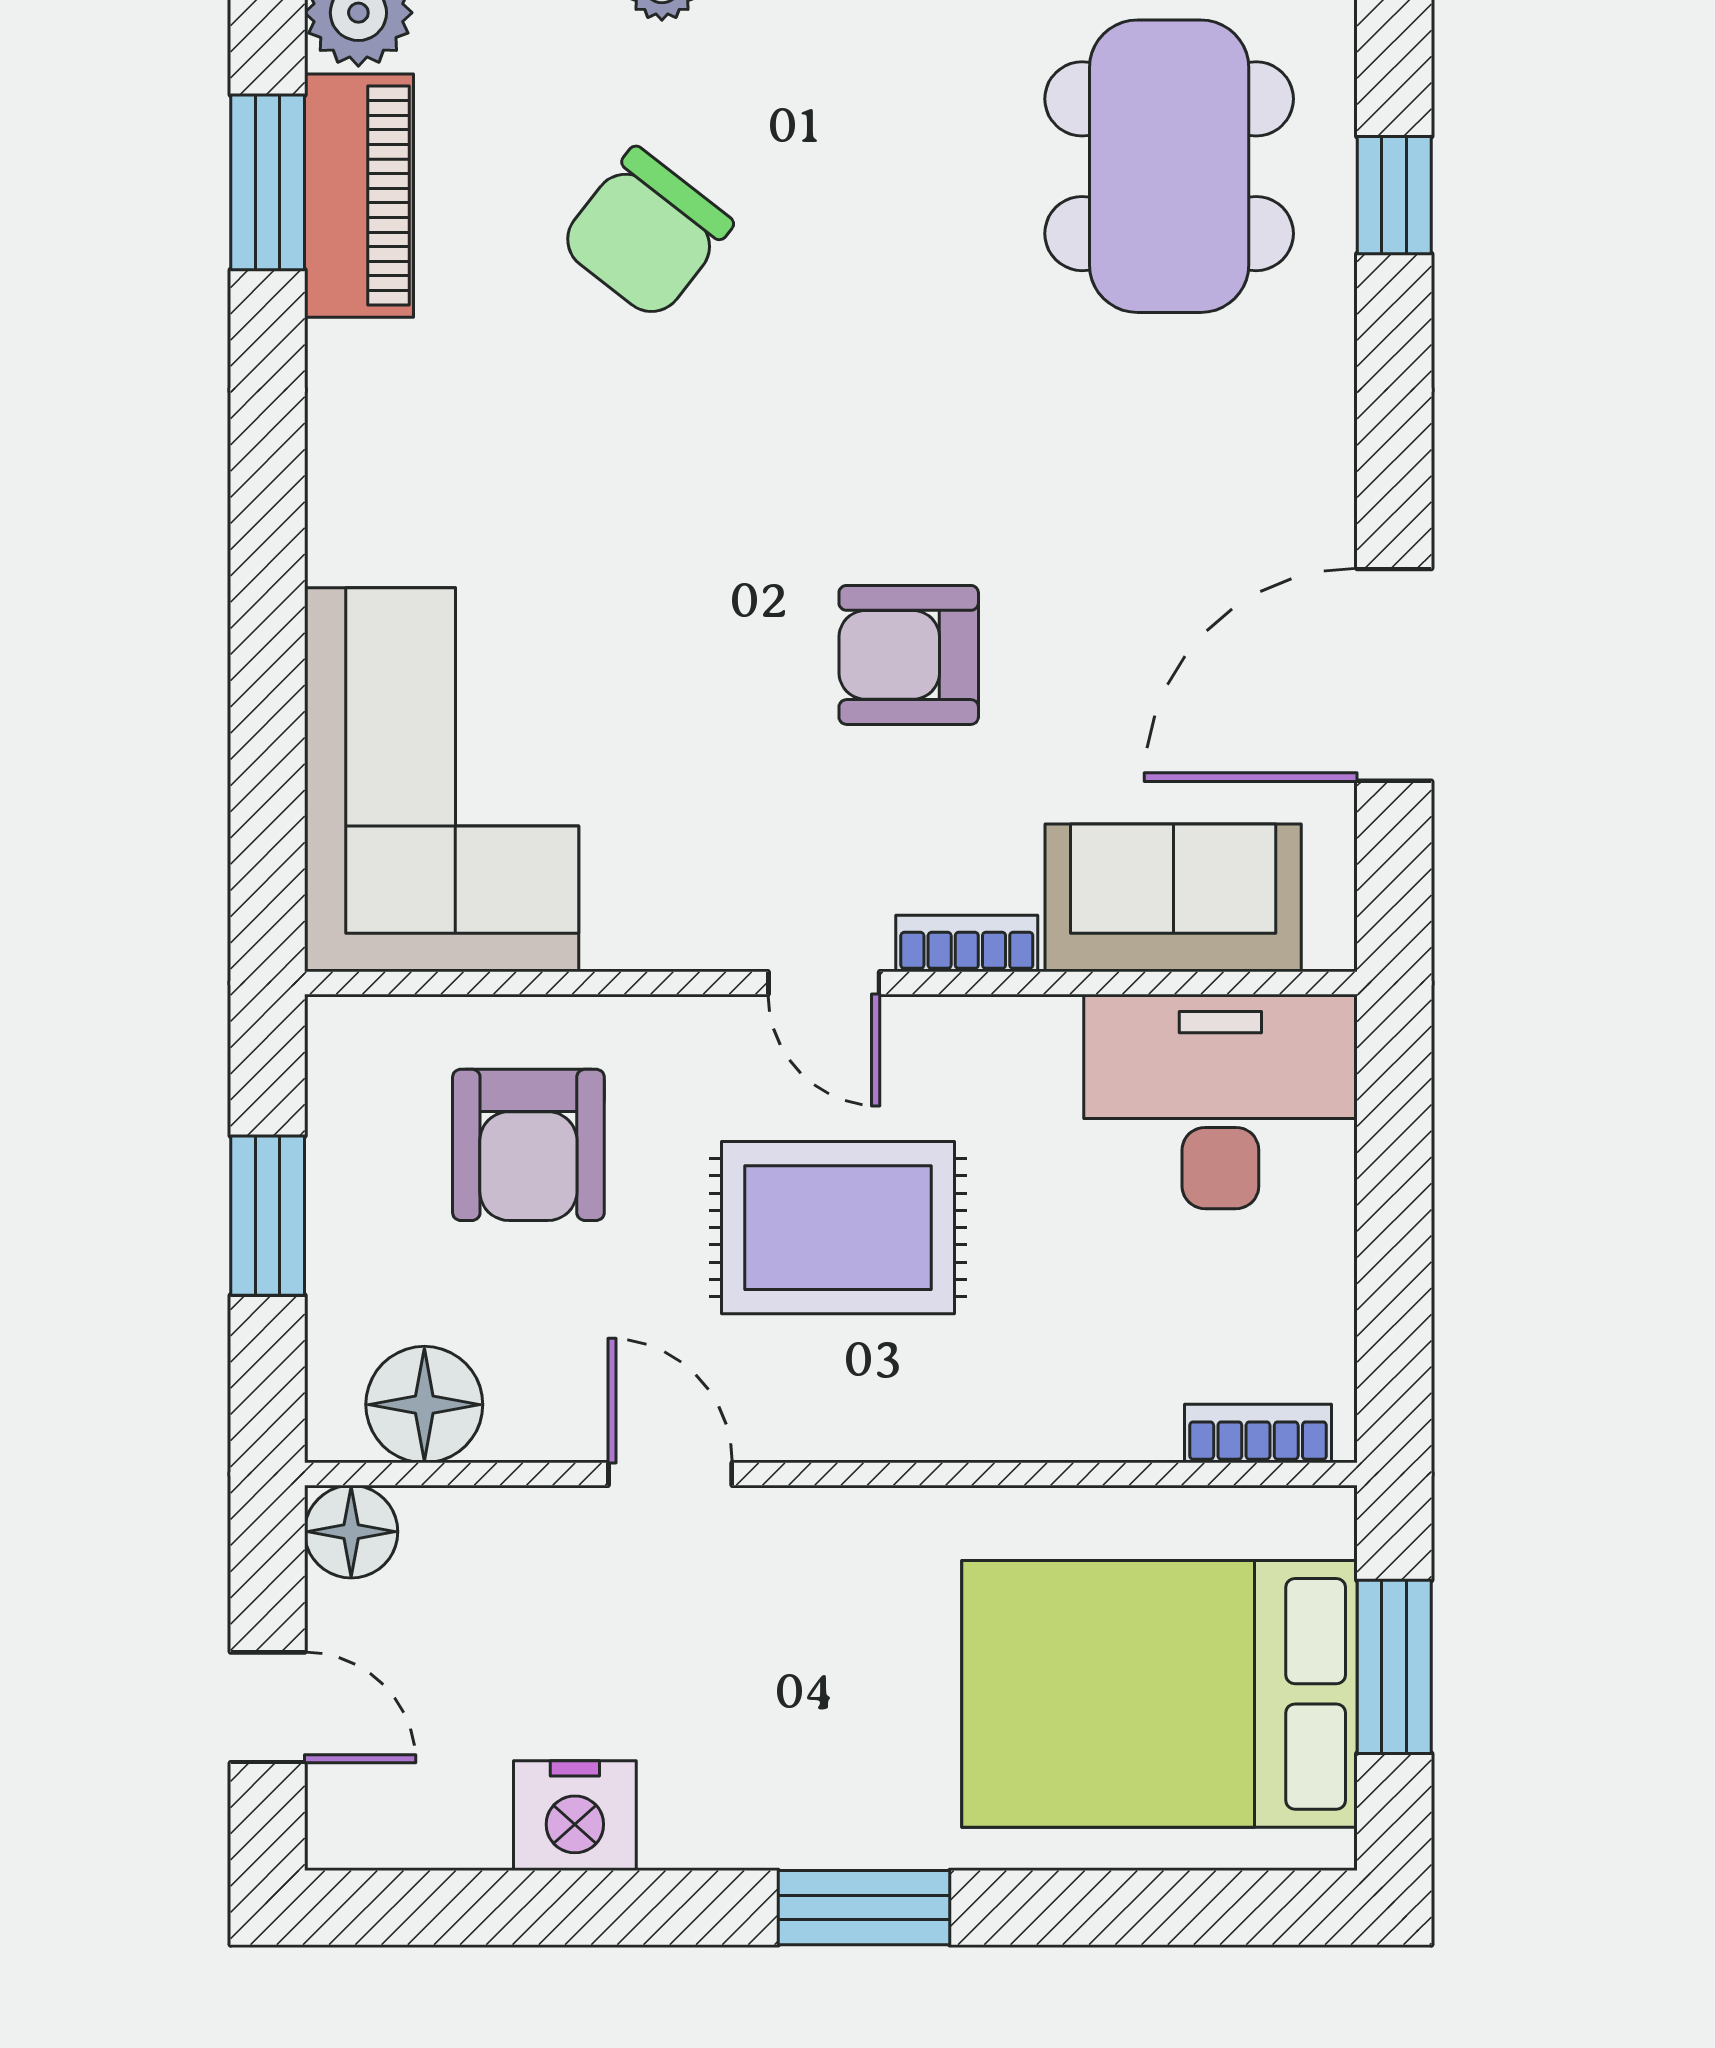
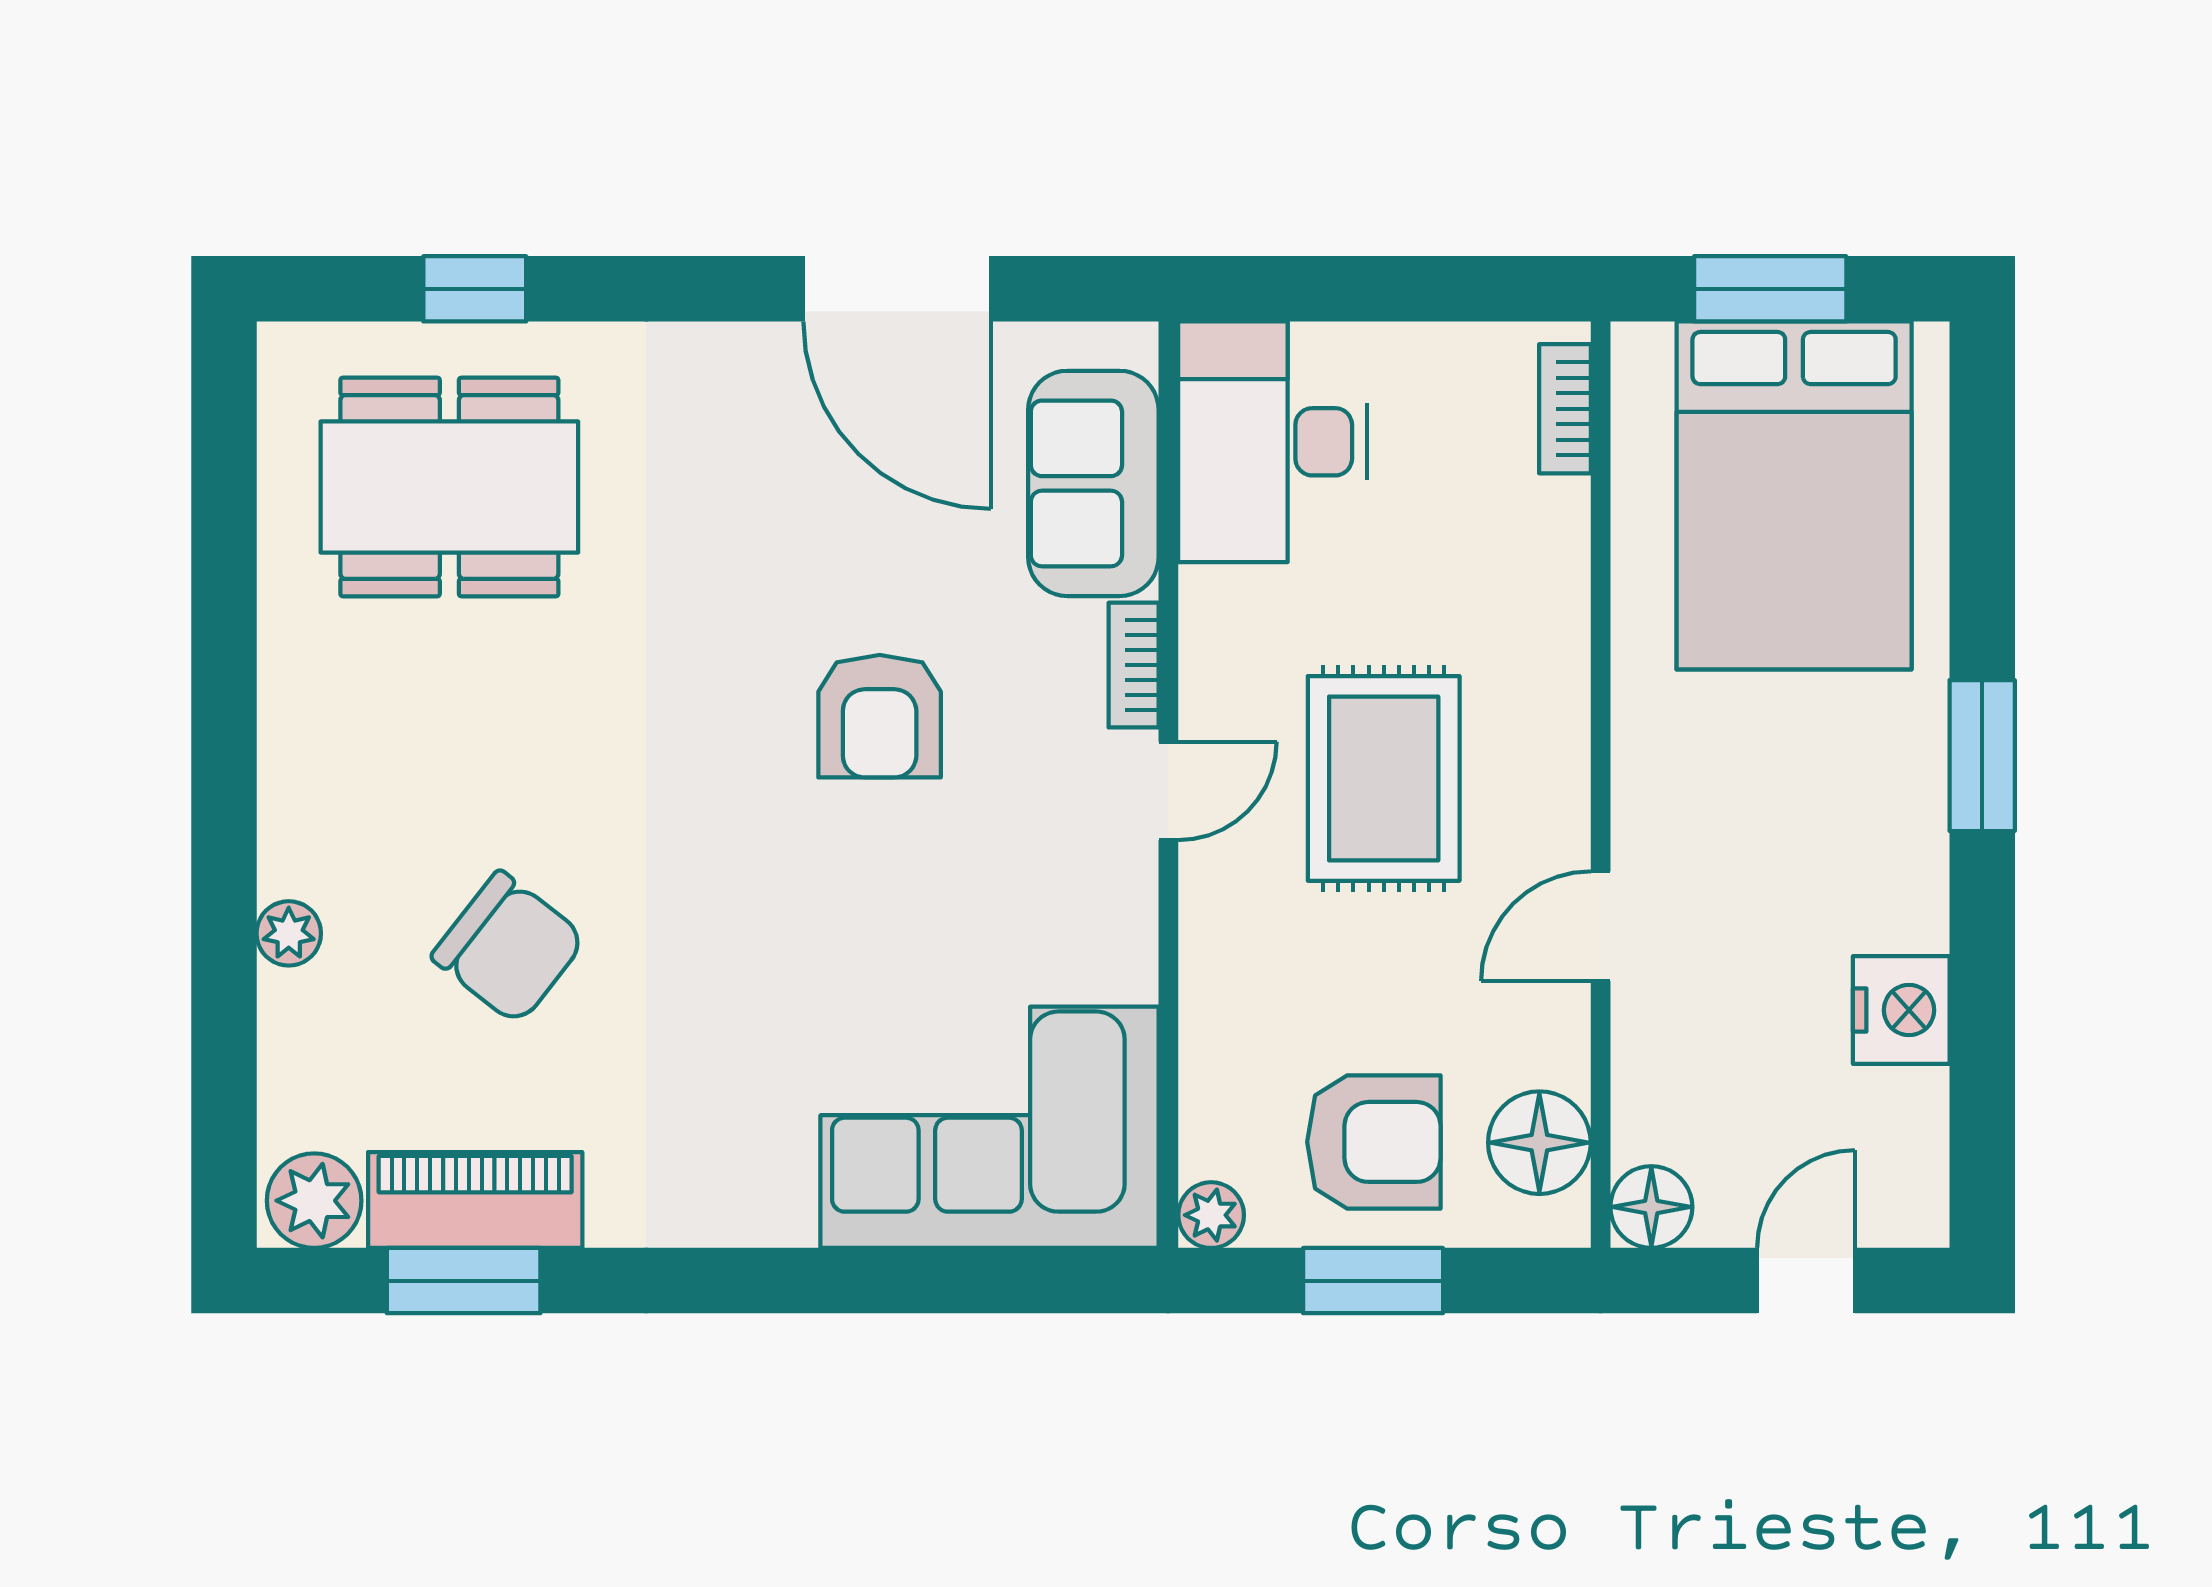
plant: (342, 1032) -> (1211, 1215), added
armchair: (528, 1145) -> (1374, 1142), moved

